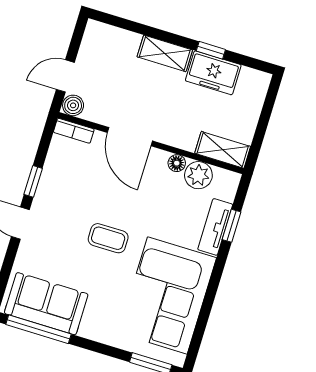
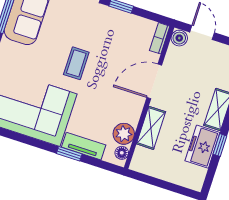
shelving: (223, 150) -> (151, 128), moved
floor lamp: (177, 163) -> (122, 153), moved
window: (232, 226) -> (69, 154), moved

